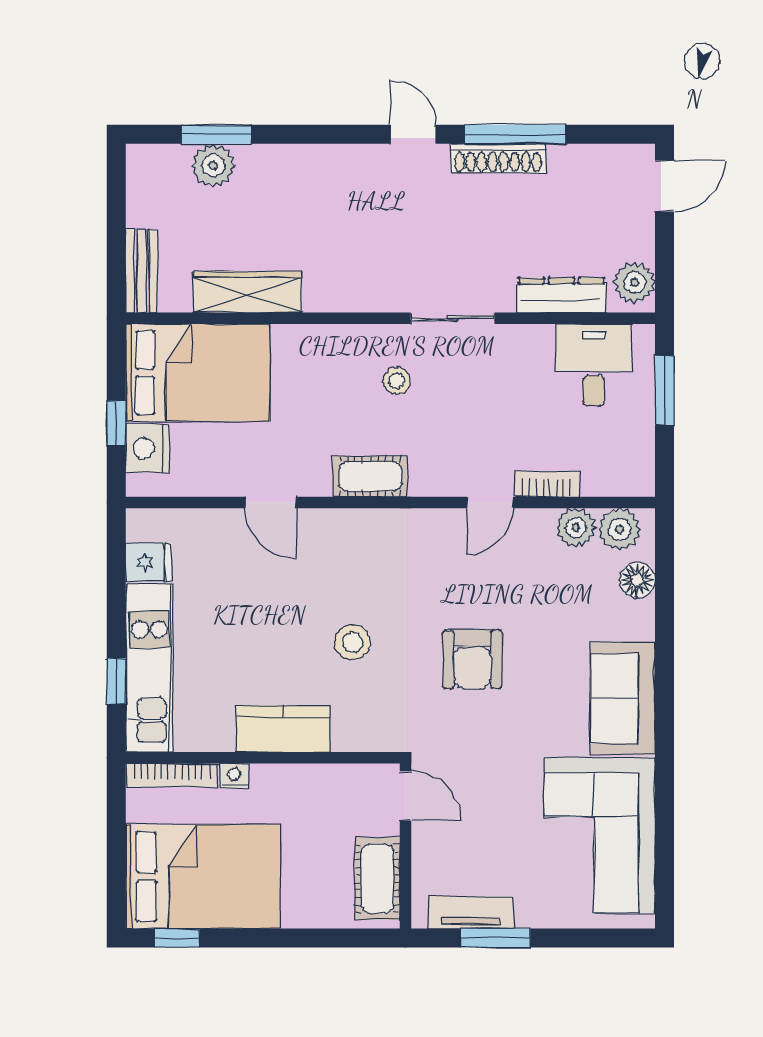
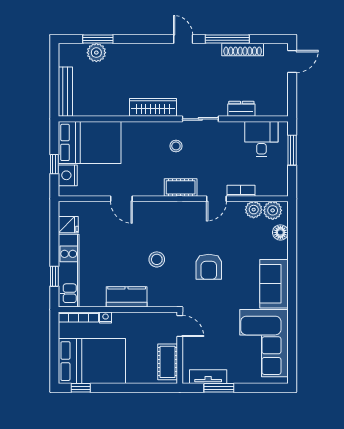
shoe rack: (498, 158) -> (243, 50), moved
bench: (142, 271) -> (65, 92), width x1.36
plant: (635, 282) -> (279, 103), removed
wardrobe: (247, 292) -> (153, 107), moved
dresser: (561, 295) -> (241, 109), width x0.70
cot: (370, 476) -> (181, 187), moved

